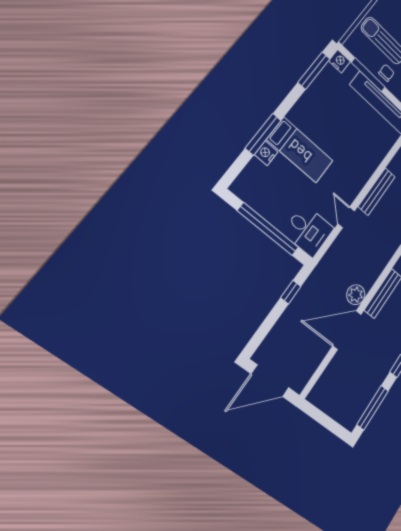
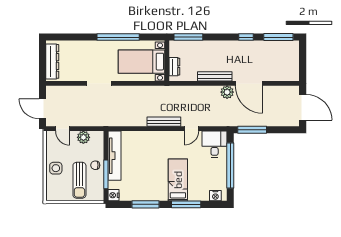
window: (314, 71) -> (146, 204), moved
nightstand: (266, 153) -> (215, 196), moved
window: (291, 292) -> (252, 130), width x2.17

